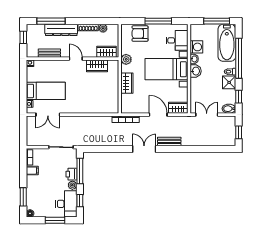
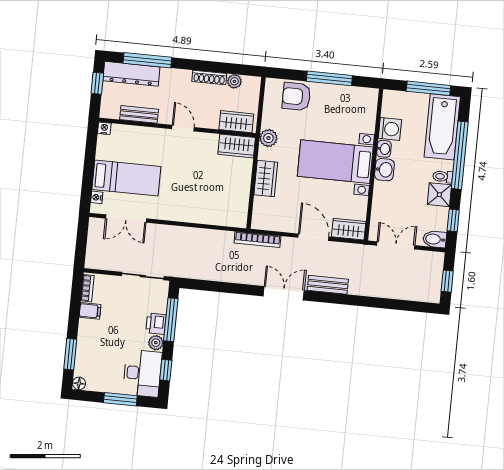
dresser: (61, 30) -> (131, 74), moved
desk: (177, 40) -> (358, 115), removed
wardrobe: (97, 66) -> (237, 146), moved

